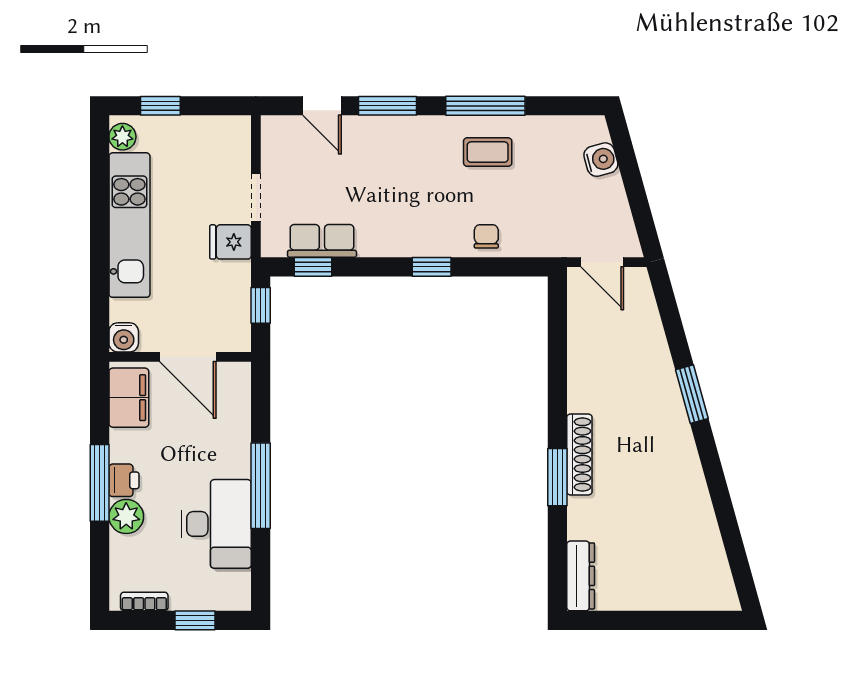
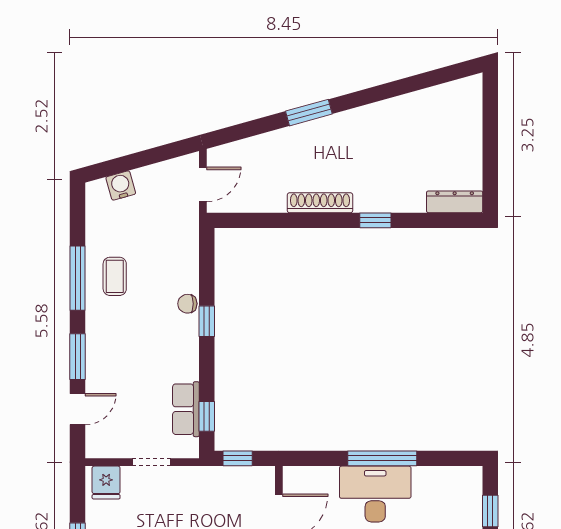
chair: (486, 236) -> (187, 304), moved
fridge: (231, 242) -> (106, 483), moved
shoe rack: (579, 454) -> (320, 203), moved
window: (557, 477) -> (375, 220), width x0.67
desk: (216, 524) -> (375, 494), moved

